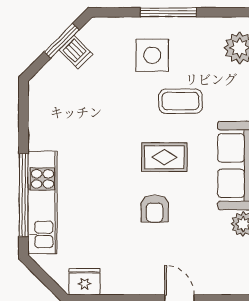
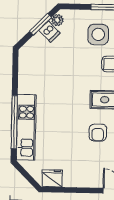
plant: (88, 34) -> (57, 20), added

